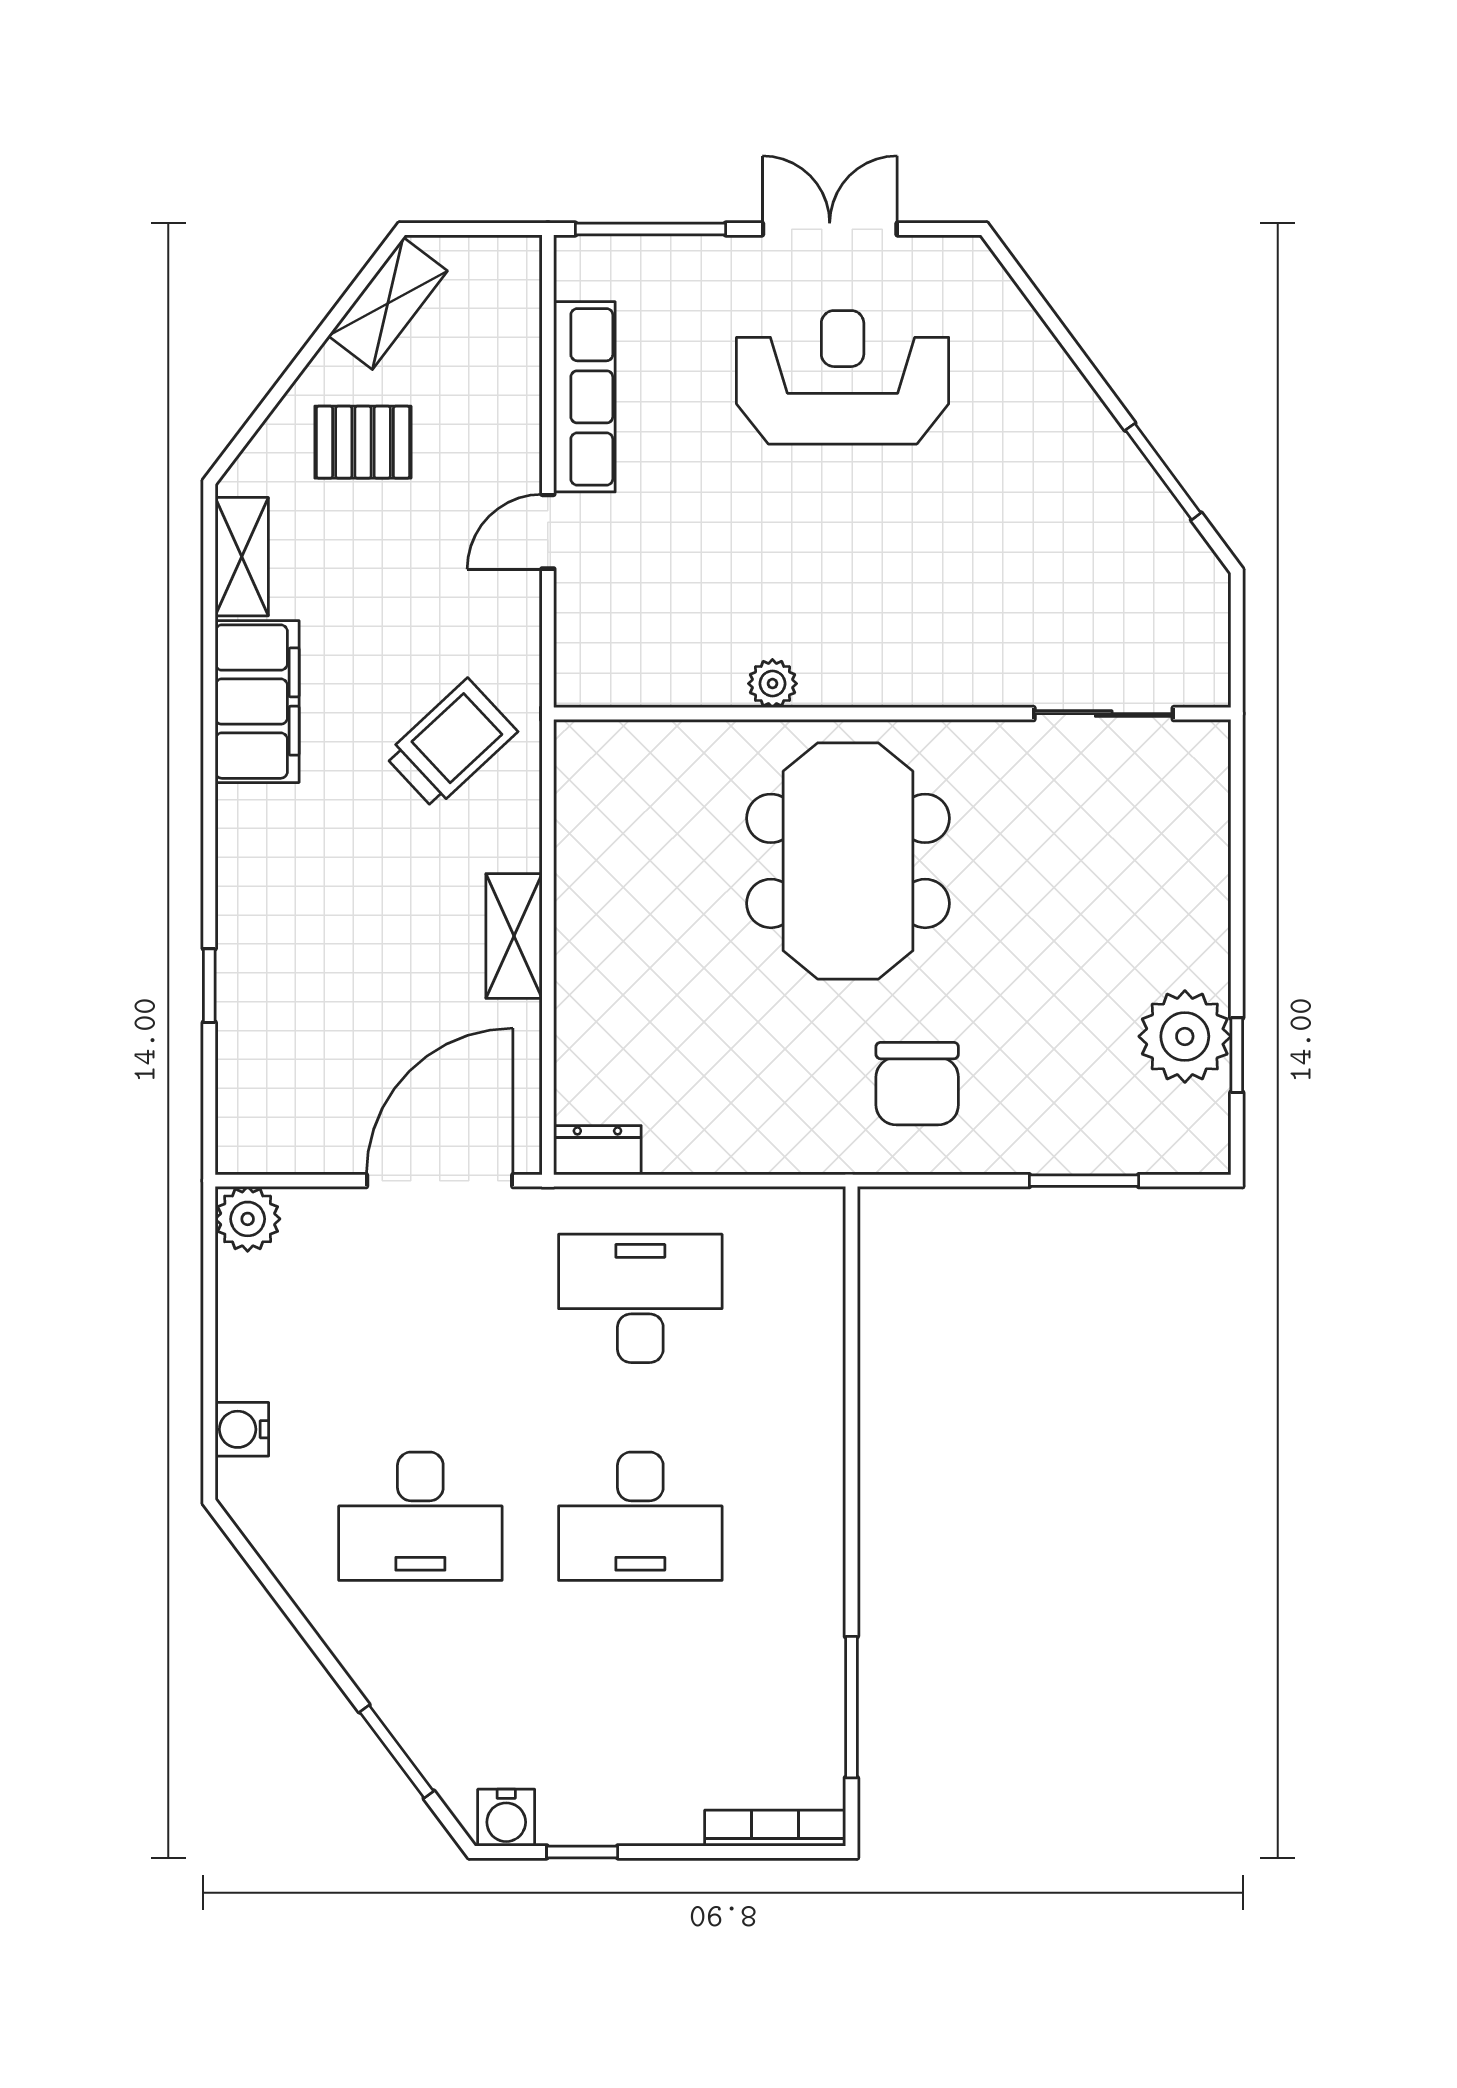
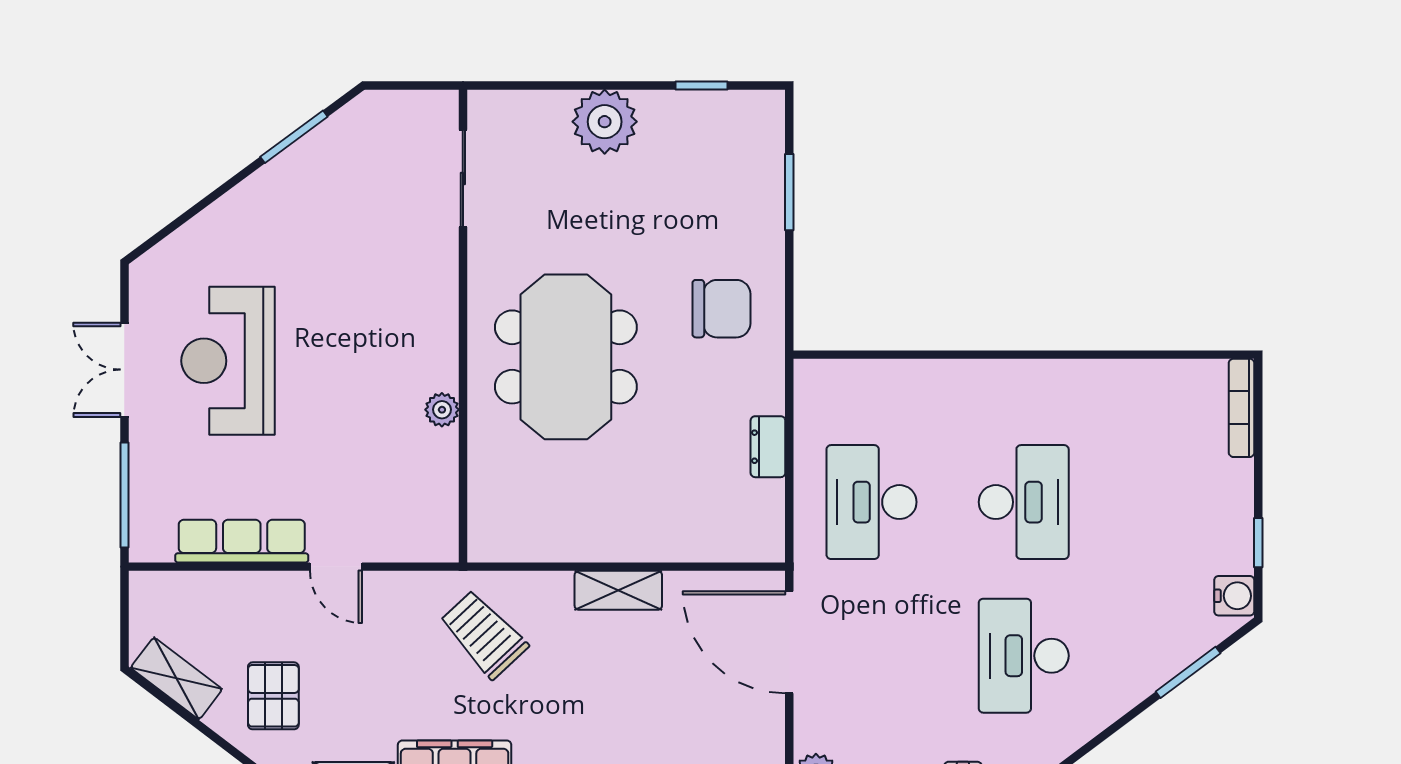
meeting table: (848, 861) -> (566, 357), turned 90
plant: (1185, 1036) -> (605, 122), moved
dresser: (597, 1150) -> (768, 447), moved
desk: (420, 1516) -> (1024, 656), turned 180
window: (851, 1707) -> (1157, 355), removed

